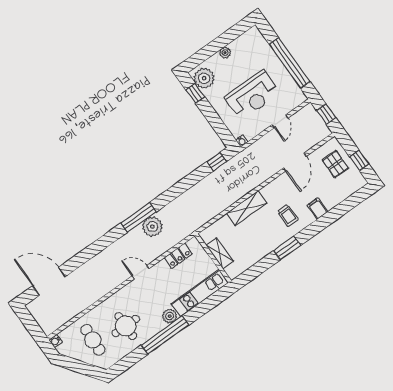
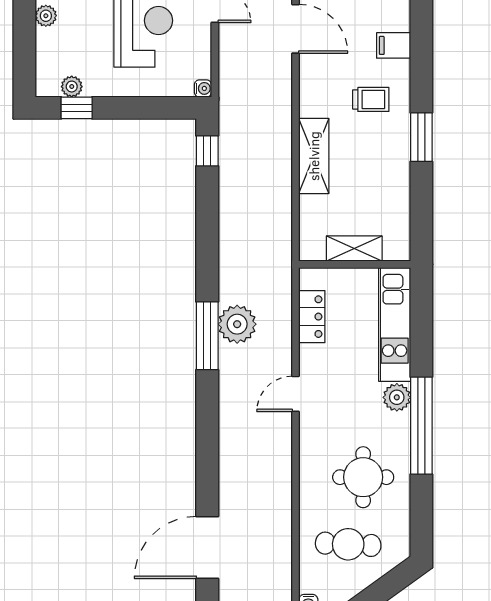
plant: (204, 78) -> (72, 87), width x0.53, depth x0.53

